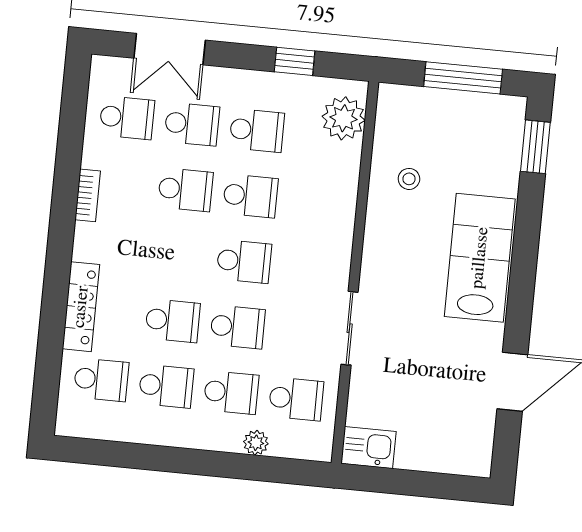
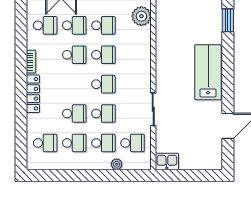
stool: (409, 179) -> (173, 40), removed
locker: (81, 307) -> (33, 94), moved

